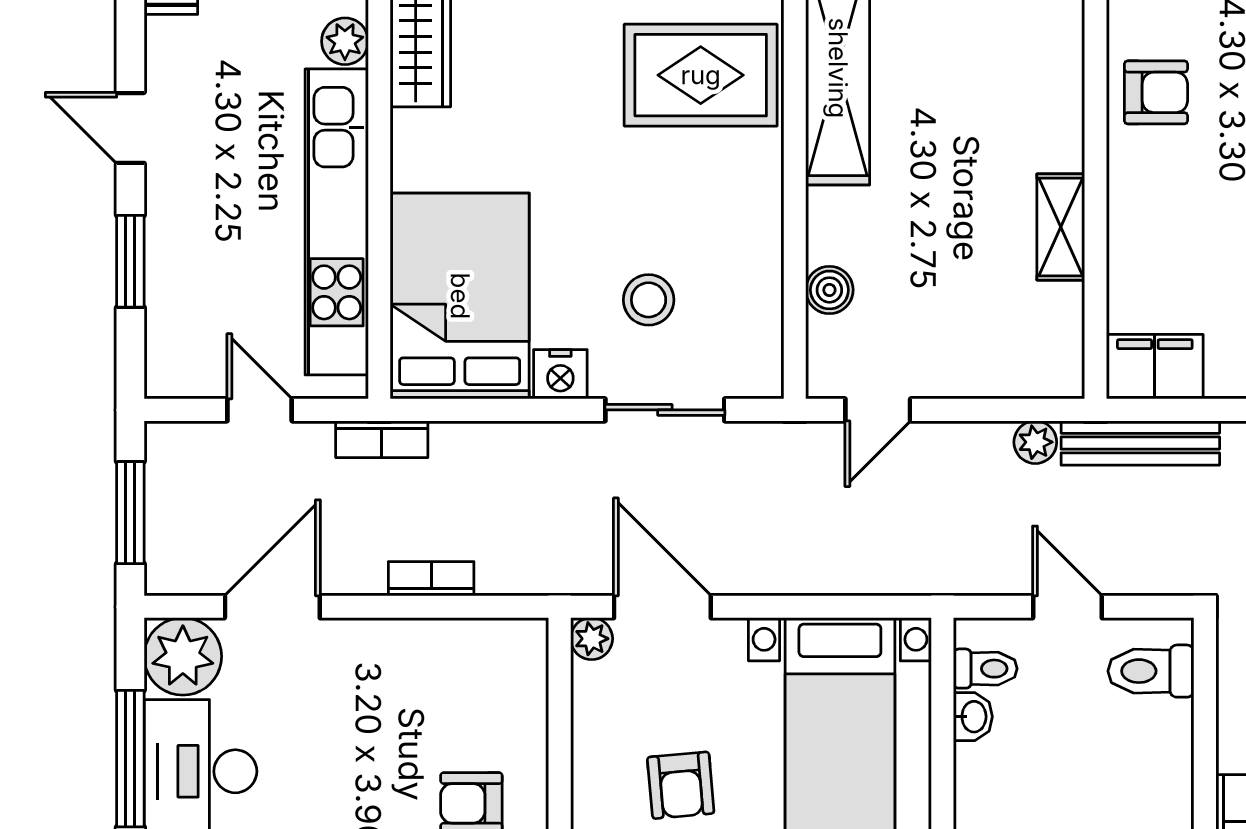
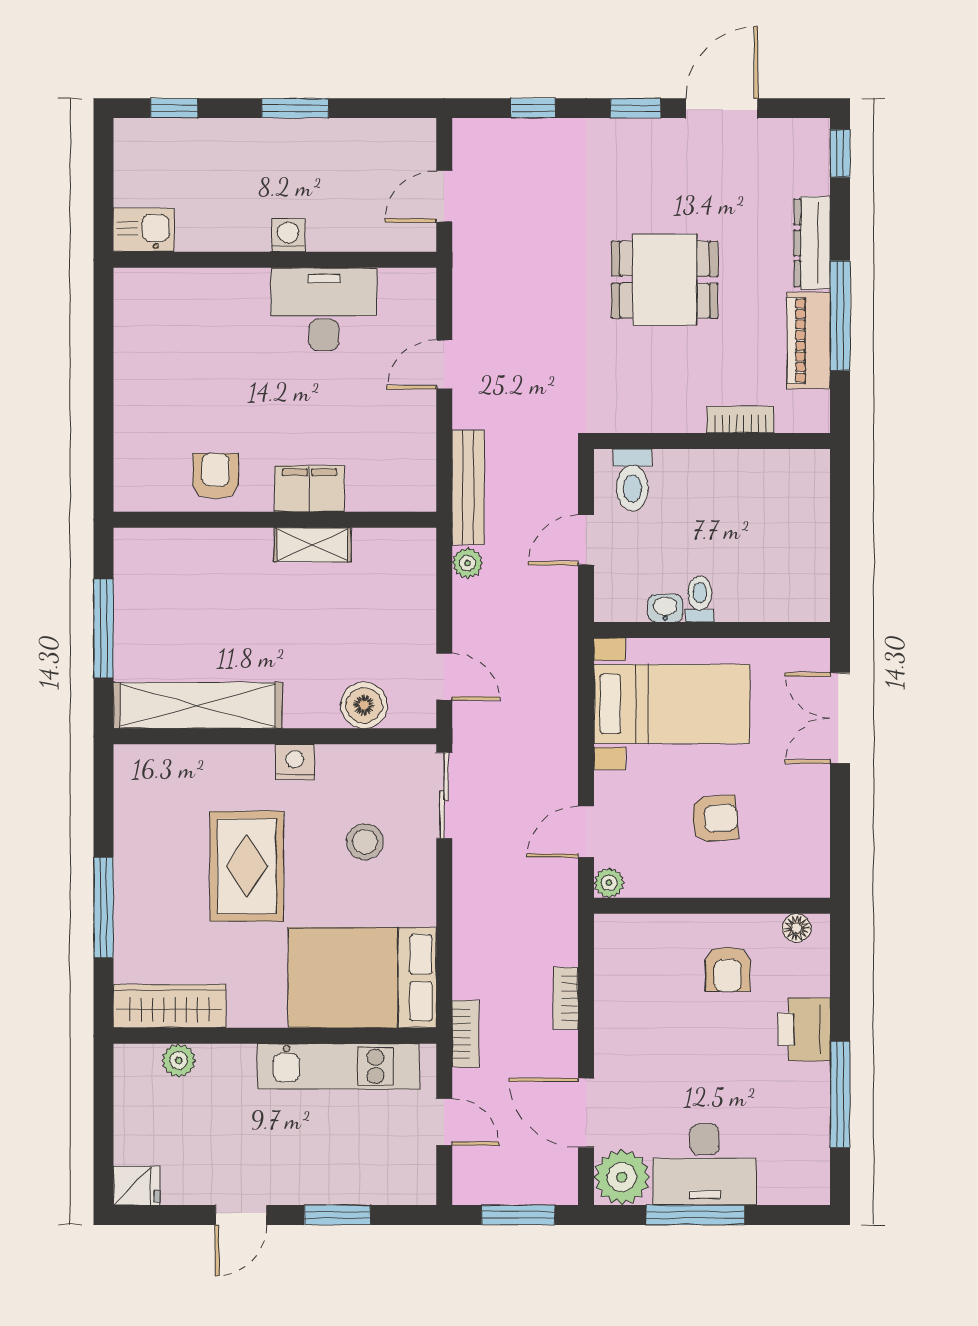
rug: (701, 75) -> (247, 866), moved
kitchen unit: (337, 222) -> (338, 1066), width x0.73
boiler: (829, 290) -> (364, 705), width x1.36, depth x1.36
filing cabinet: (1155, 367) -> (309, 489), moved, turned 90
nightstand: (560, 374) -> (295, 762), moved, turned -90
door: (260, 410) -> (444, 1122), swing flipped
sliding door: (665, 410) -> (444, 795), moved
door: (662, 607) -> (586, 832), width x0.73
toilet: (985, 669) -> (700, 599), moved

